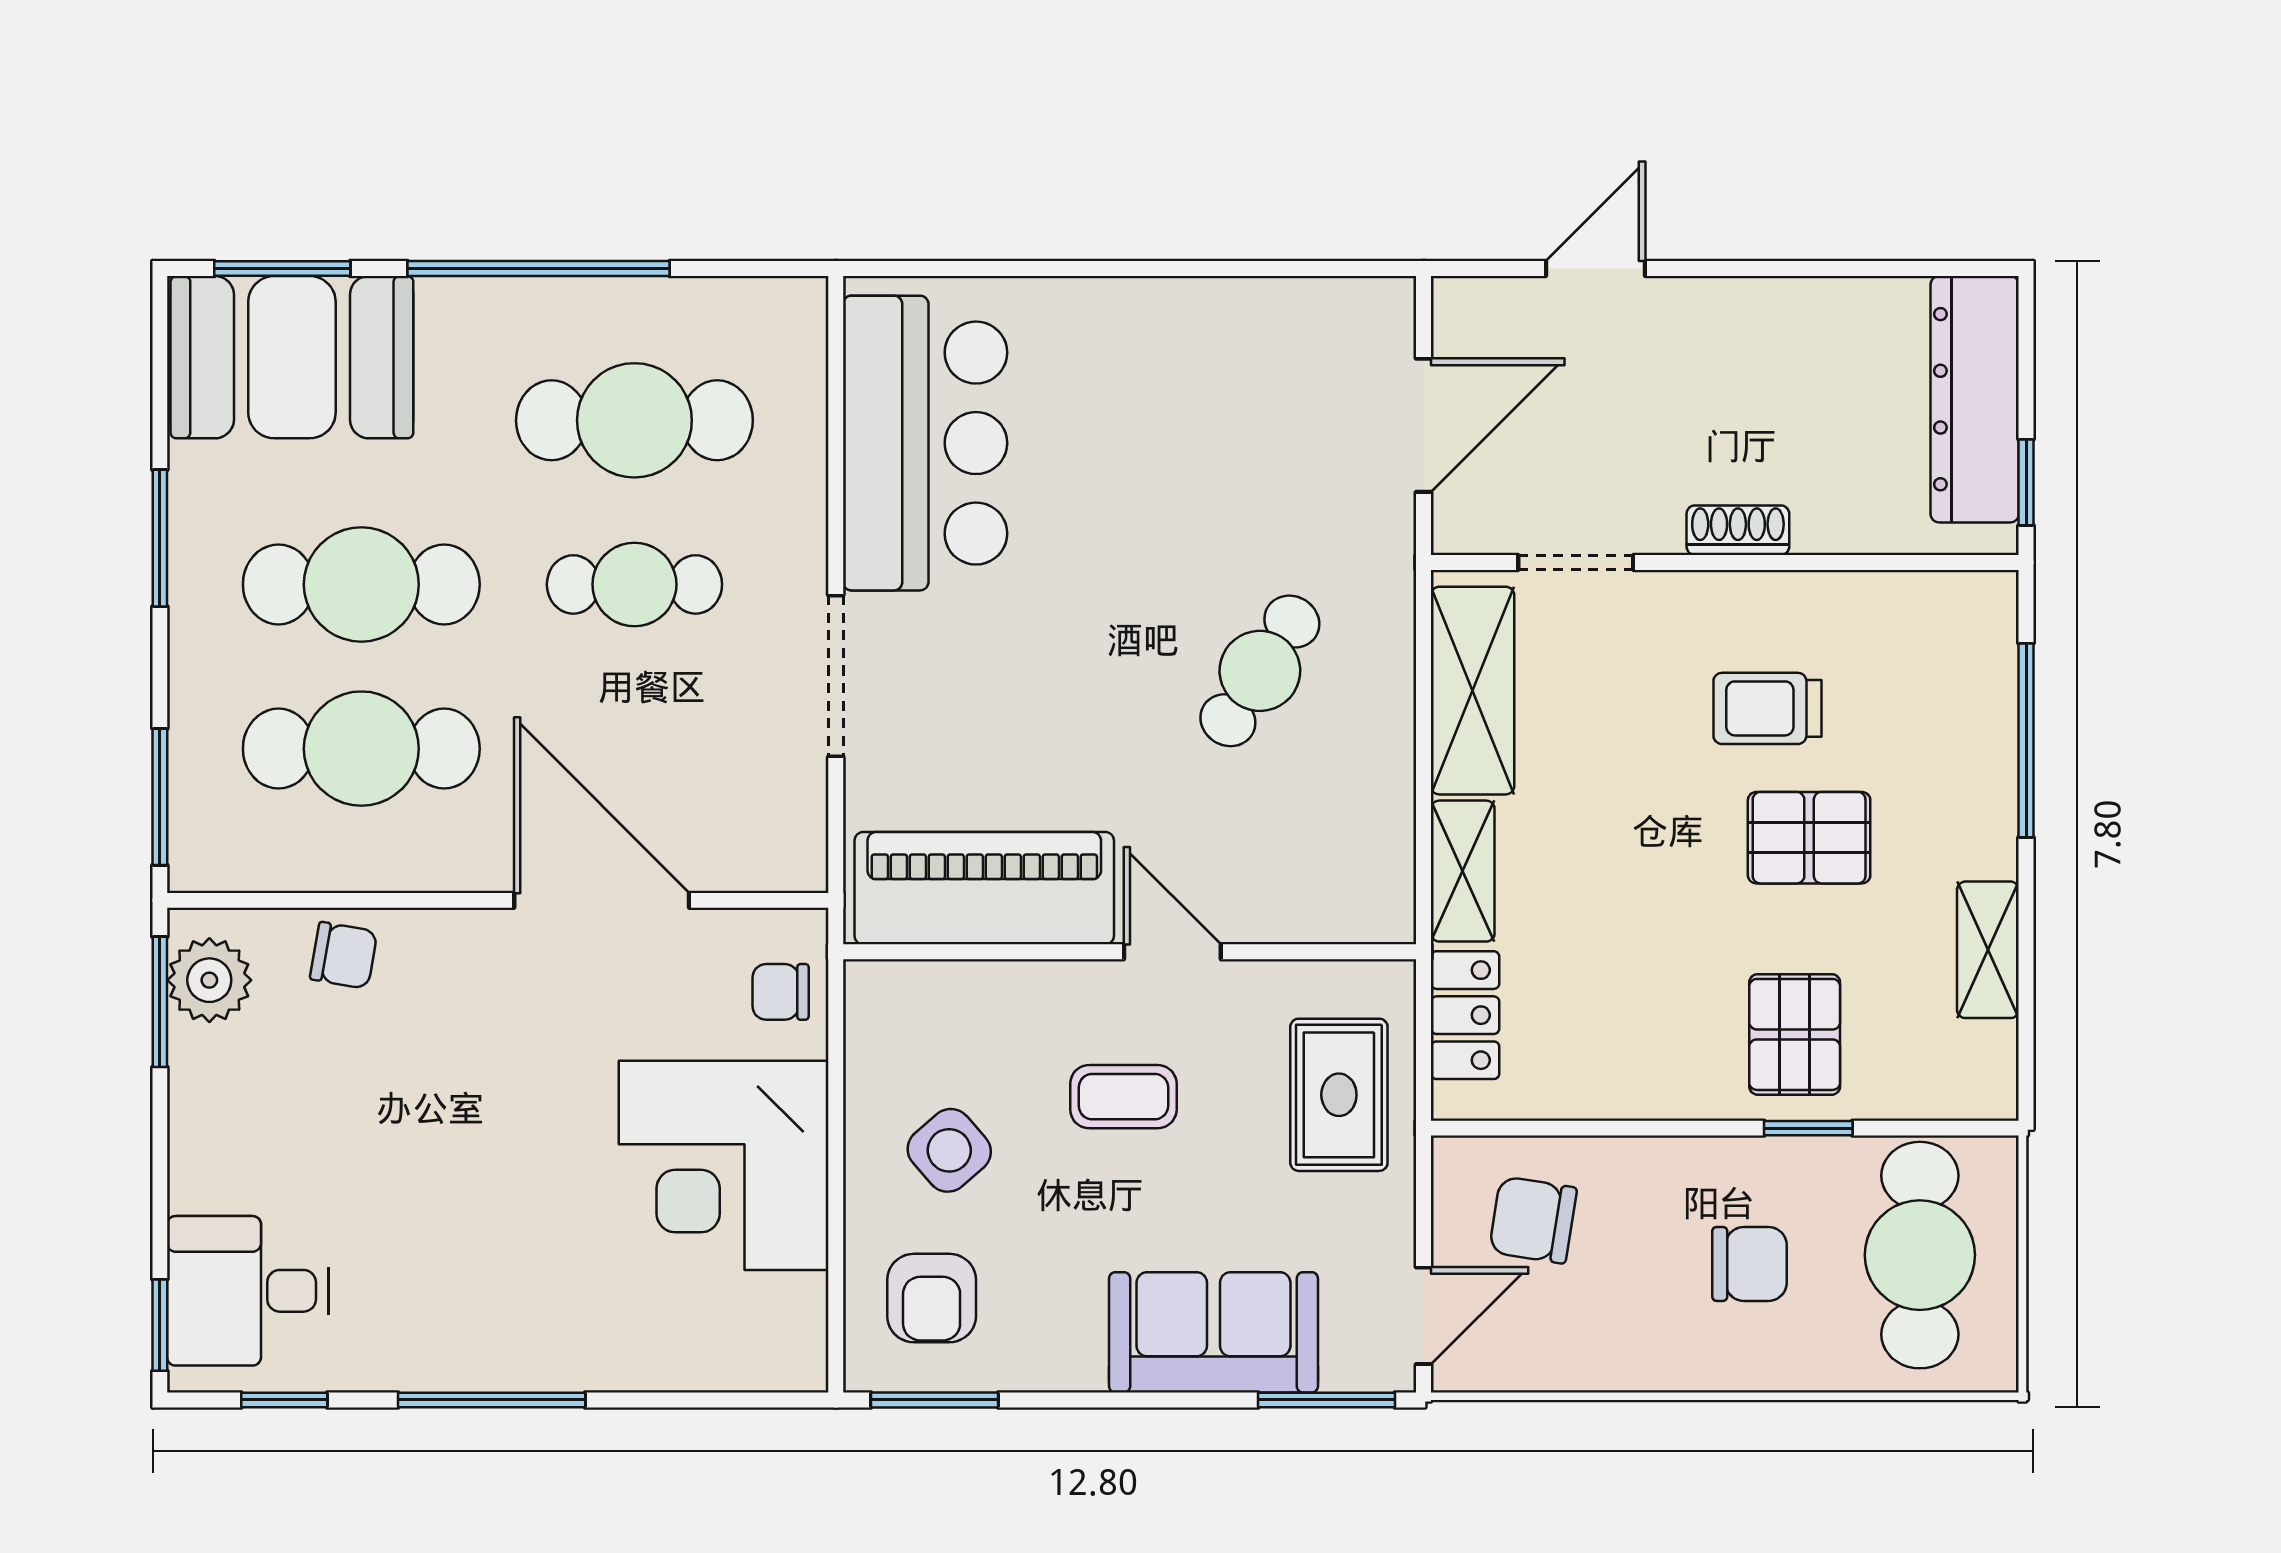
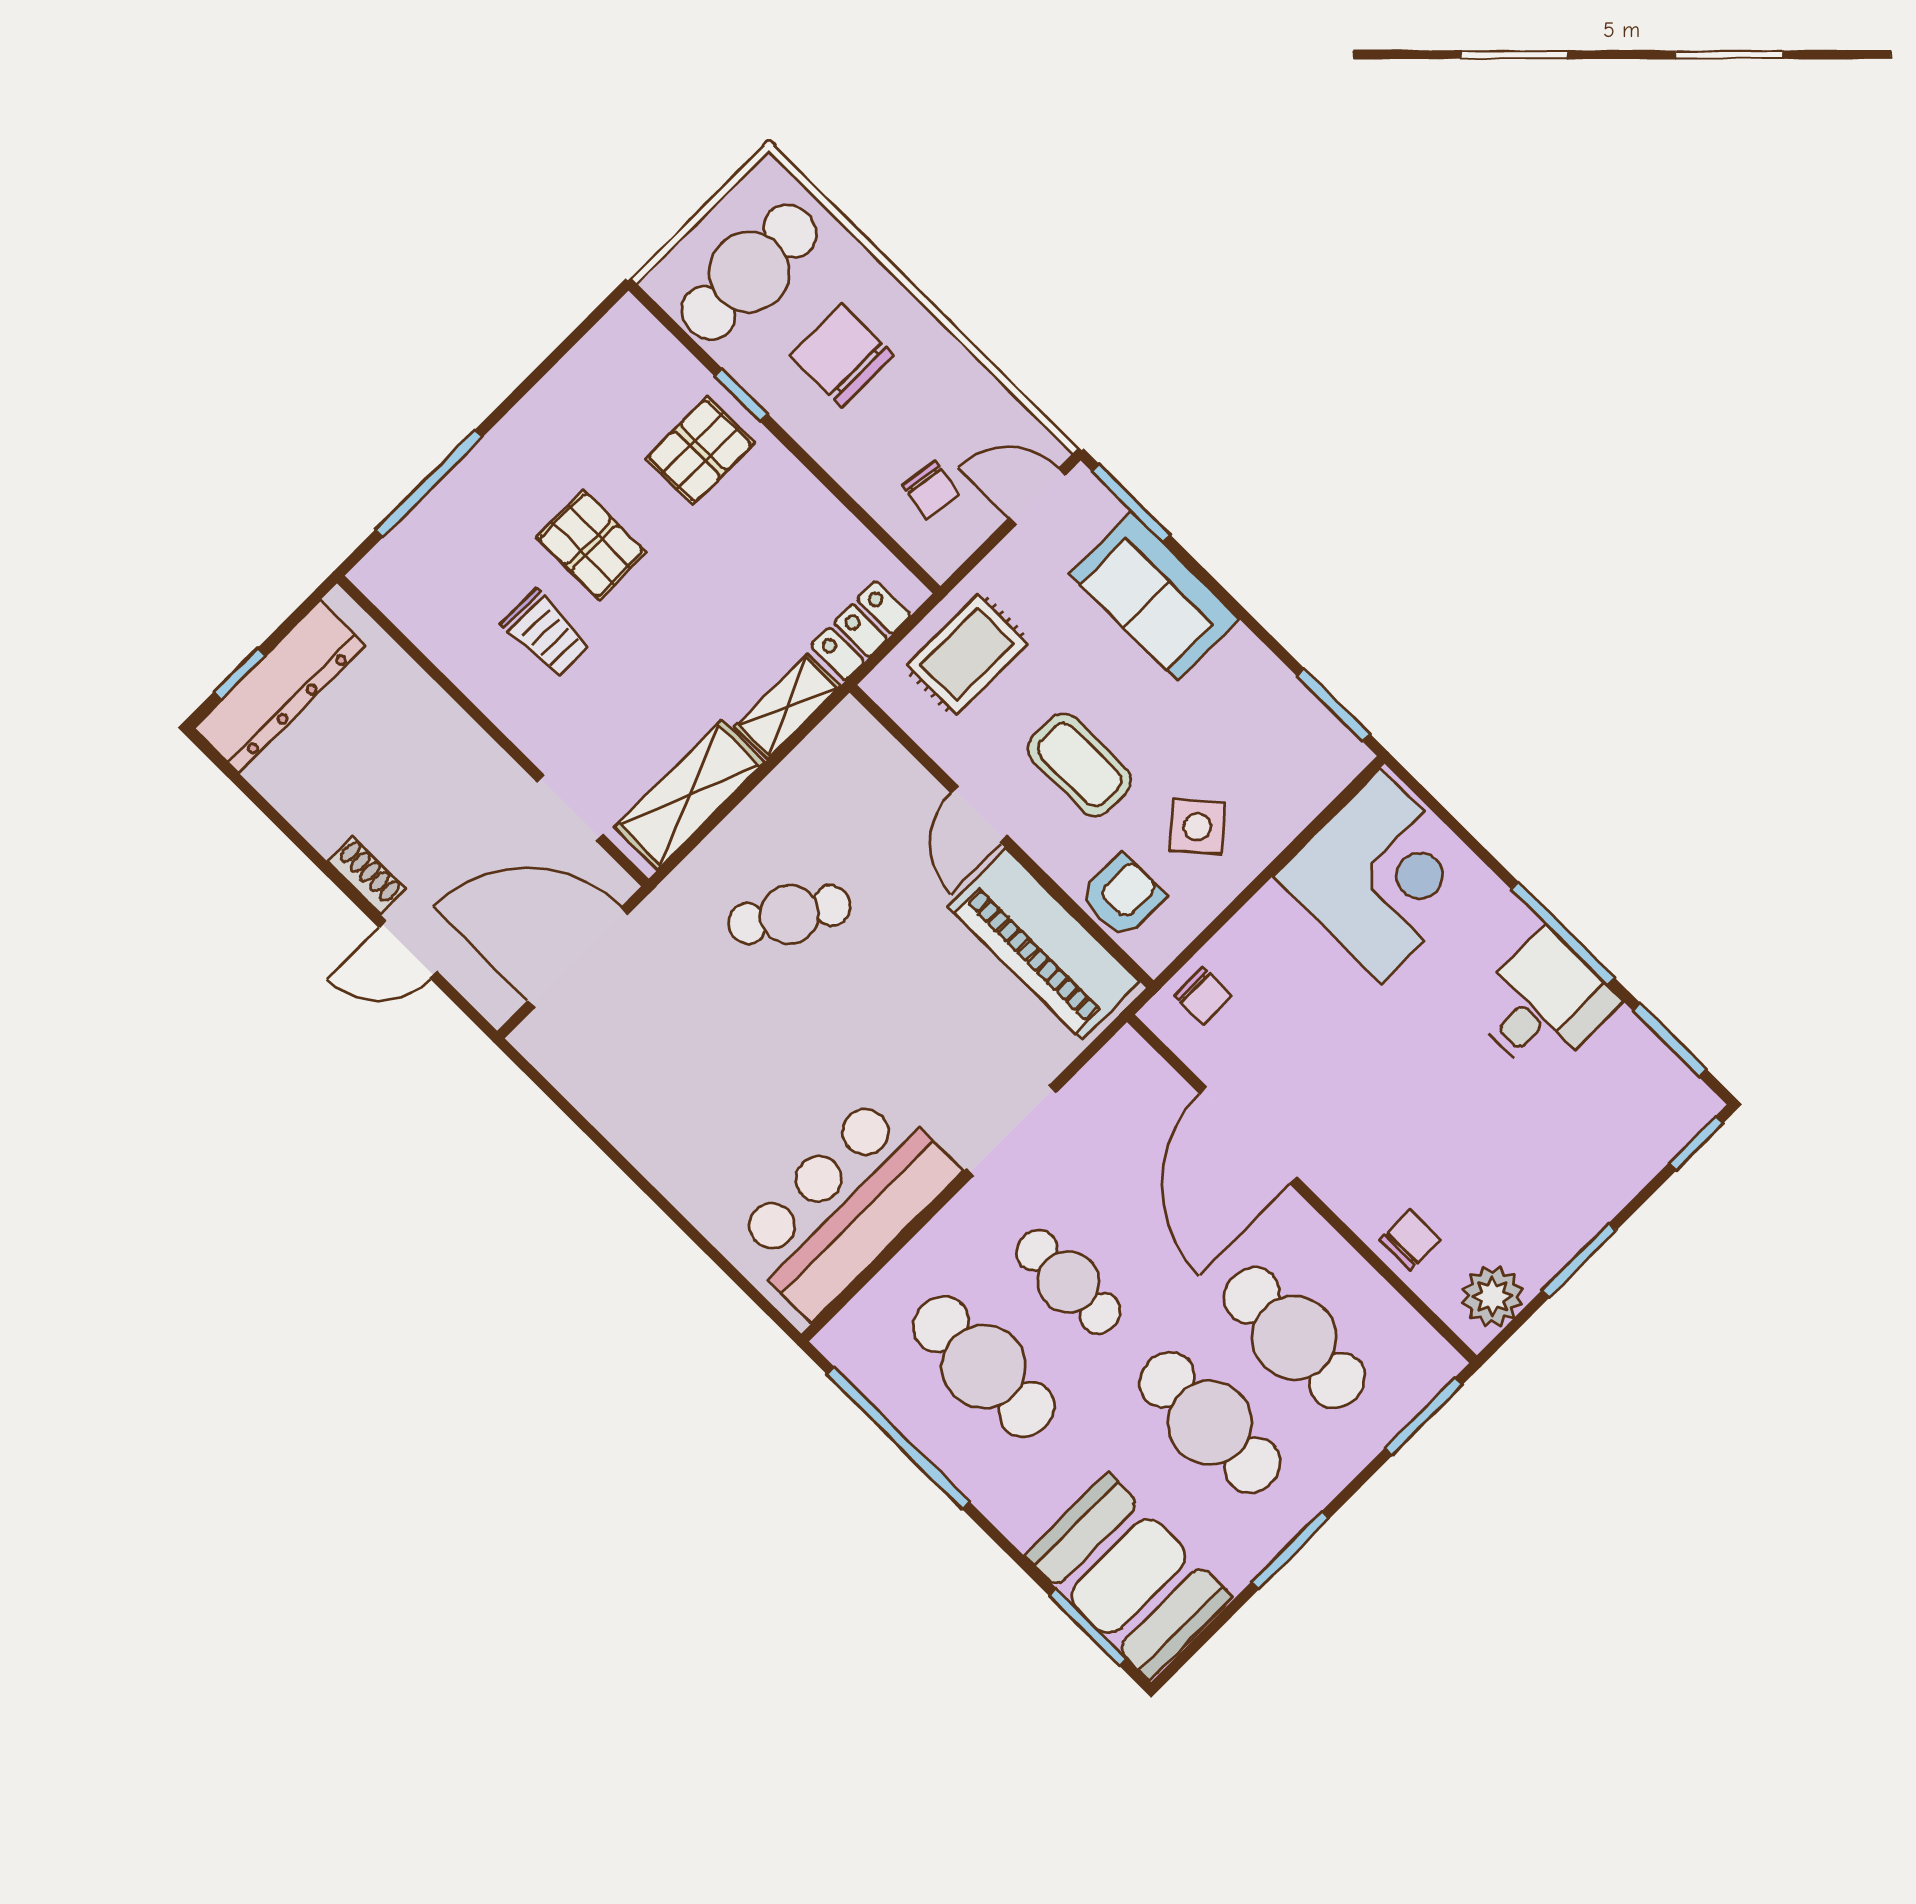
window: (539, 269) -> (898, 1438), moved
door: (1424, 425) -> (578, 957), width x1.36
window: (2026, 482) -> (240, 673), moved
shoe rack: (1738, 530) -> (367, 875), moved, turned 180
shelving: (1988, 950) -> (556, 395), removed
chair: (344, 955) -> (1410, 1240), turned 80
window: (160, 1002) -> (1579, 1260), moved
coffee table: (1123, 1097) -> (1079, 765), width x1.36, depth x1.30
corner desk: (724, 1165) -> (1381, 876), moved
chair: (1533, 1220) -> (931, 490), width x0.73, depth x0.73
chair: (1749, 1264) -> (842, 355), width x1.37, depth x1.37
desk: (248, 1291) -> (1543, 1004), moved, turned -90
armchair: (932, 1298) -> (1122, 896), moved
window: (284, 1400) -> (1670, 1040), width x1.50

